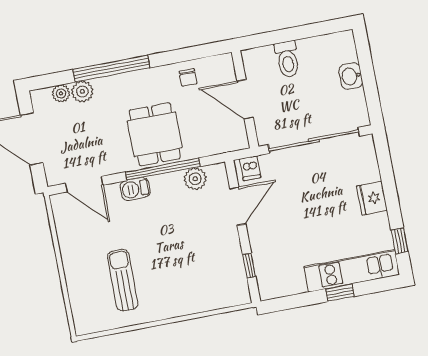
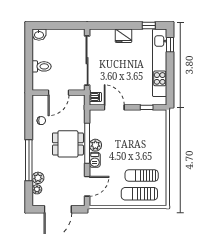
washbasin: (351, 76) -> (39, 35), moved
plant: (195, 179) -> (95, 145), moved
kitchen unit: (352, 271) -> (160, 63), width x1.36
sun lounger: (89, 283) -> (139, 194), added
window: (340, 293) -> (170, 45), moved

